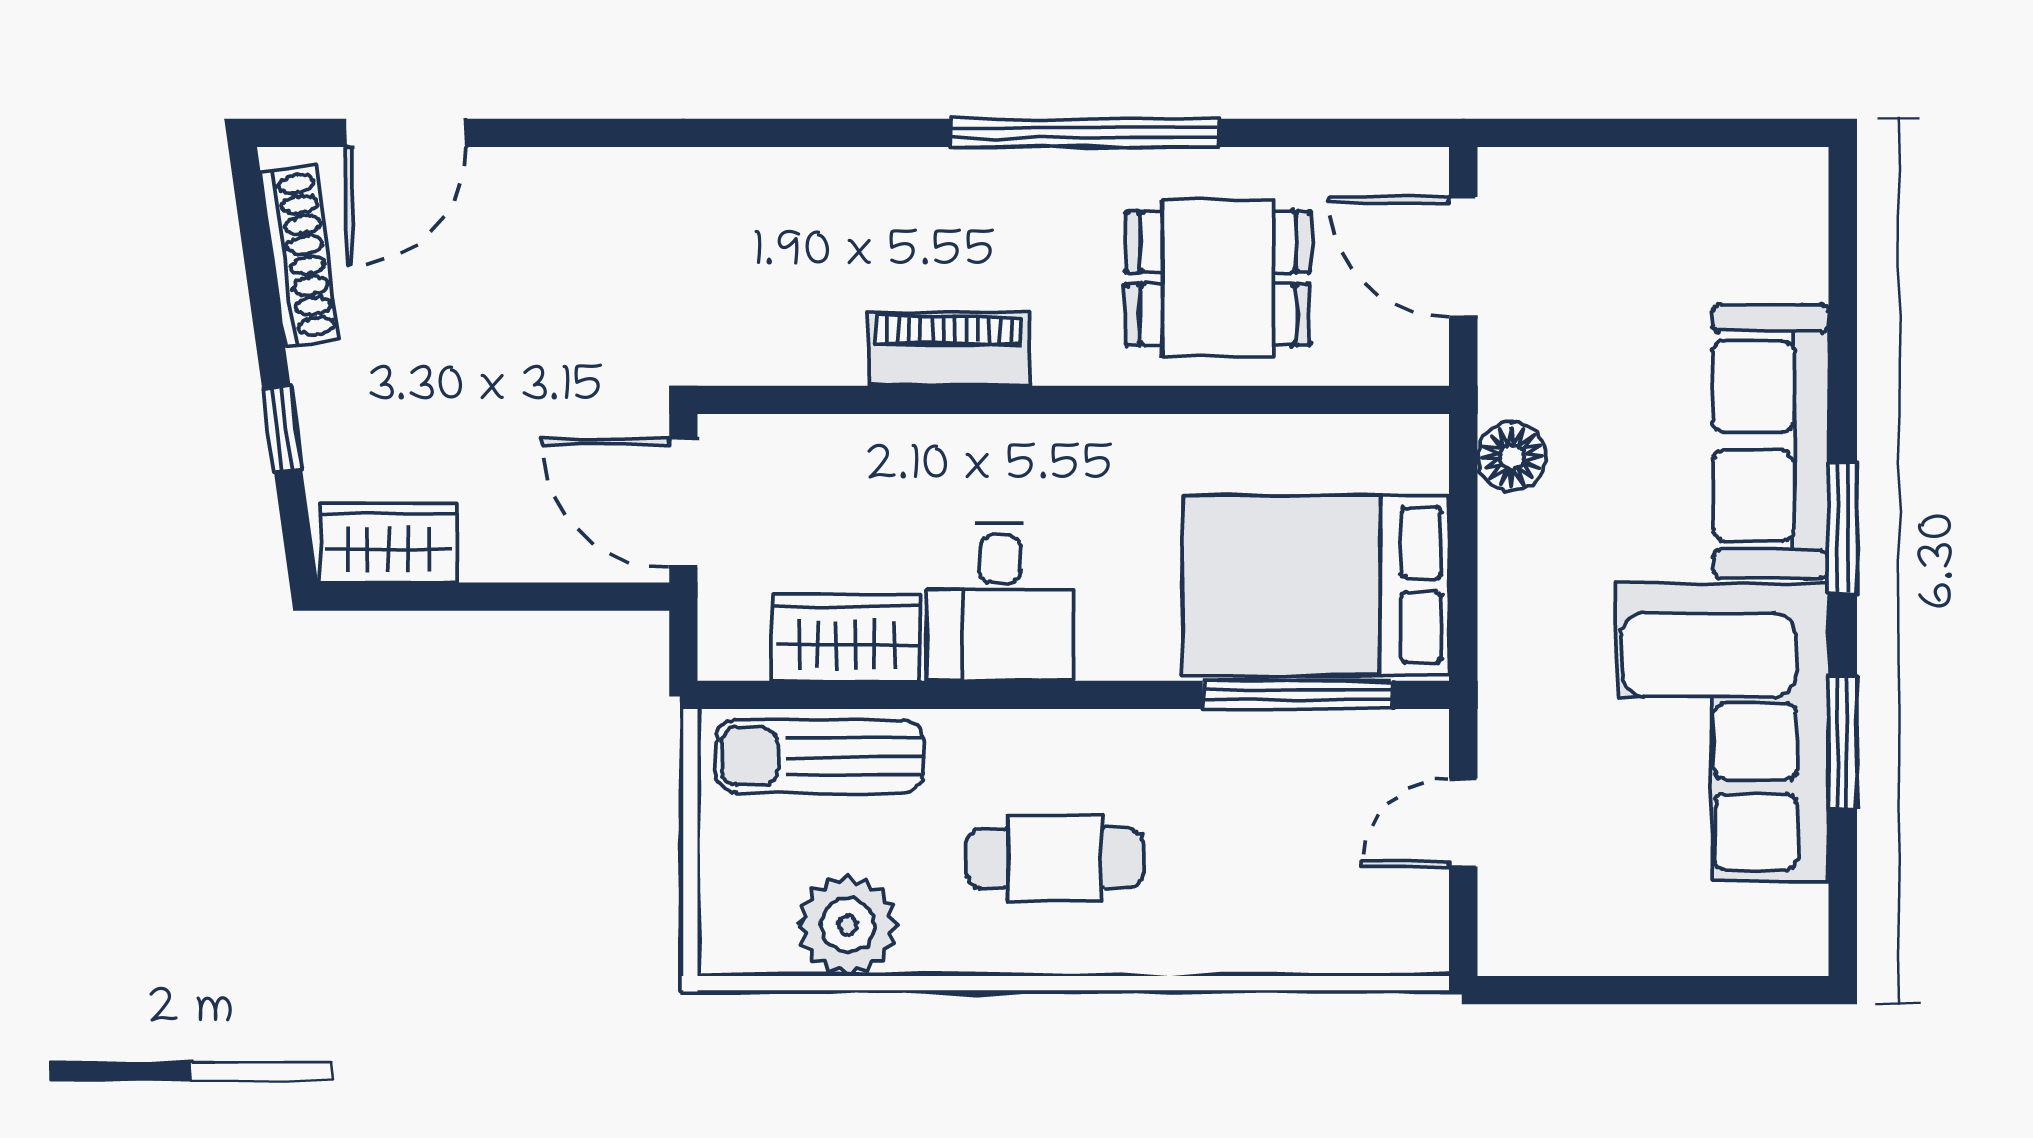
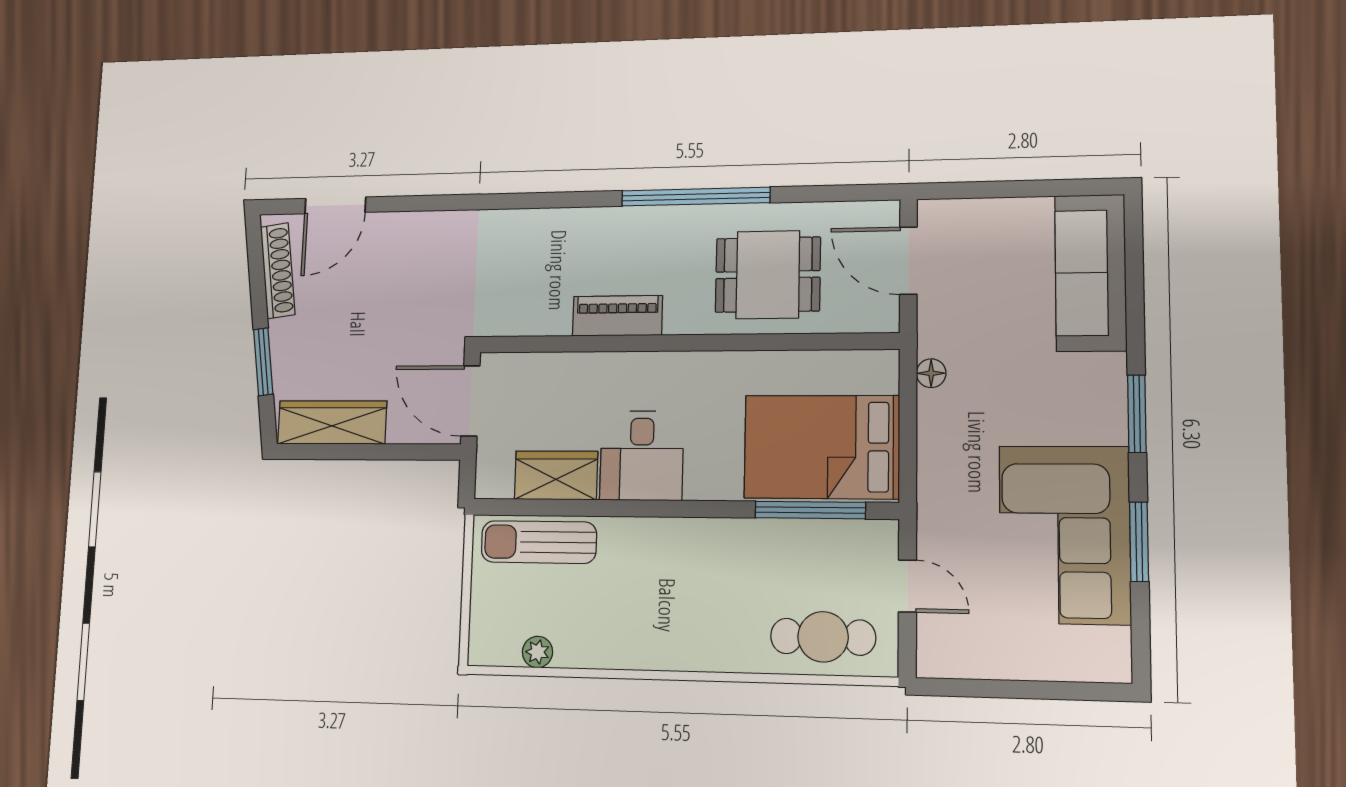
window: (282, 429) -> (263, 362), width x1.50
sofa: (1771, 441) -> (1091, 273), moved
floor lamp: (1512, 457) -> (931, 373), width x0.73, depth x0.73
wardrobe: (388, 543) -> (332, 422), width x1.50
door: (1463, 823) -> (907, 586), swing flipped
cafe table: (1055, 858) -> (823, 637), moved
plant: (848, 925) -> (537, 652), width x0.53, depth x0.53

